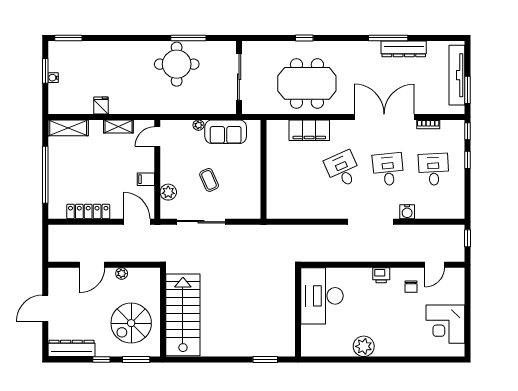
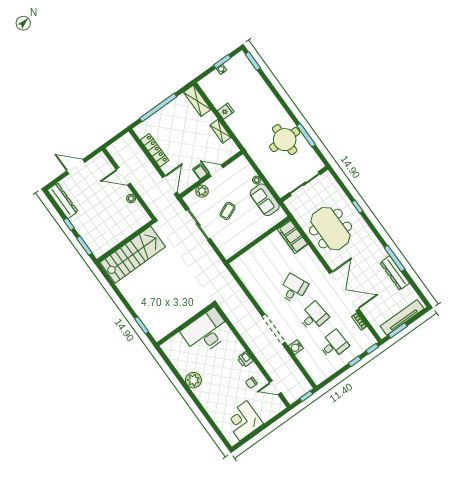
filing cabinet: (309, 130) -> (293, 237), moved
door: (157, 137) -> (216, 171), moved
spiral stairs: (131, 323) -> (105, 226), removed

